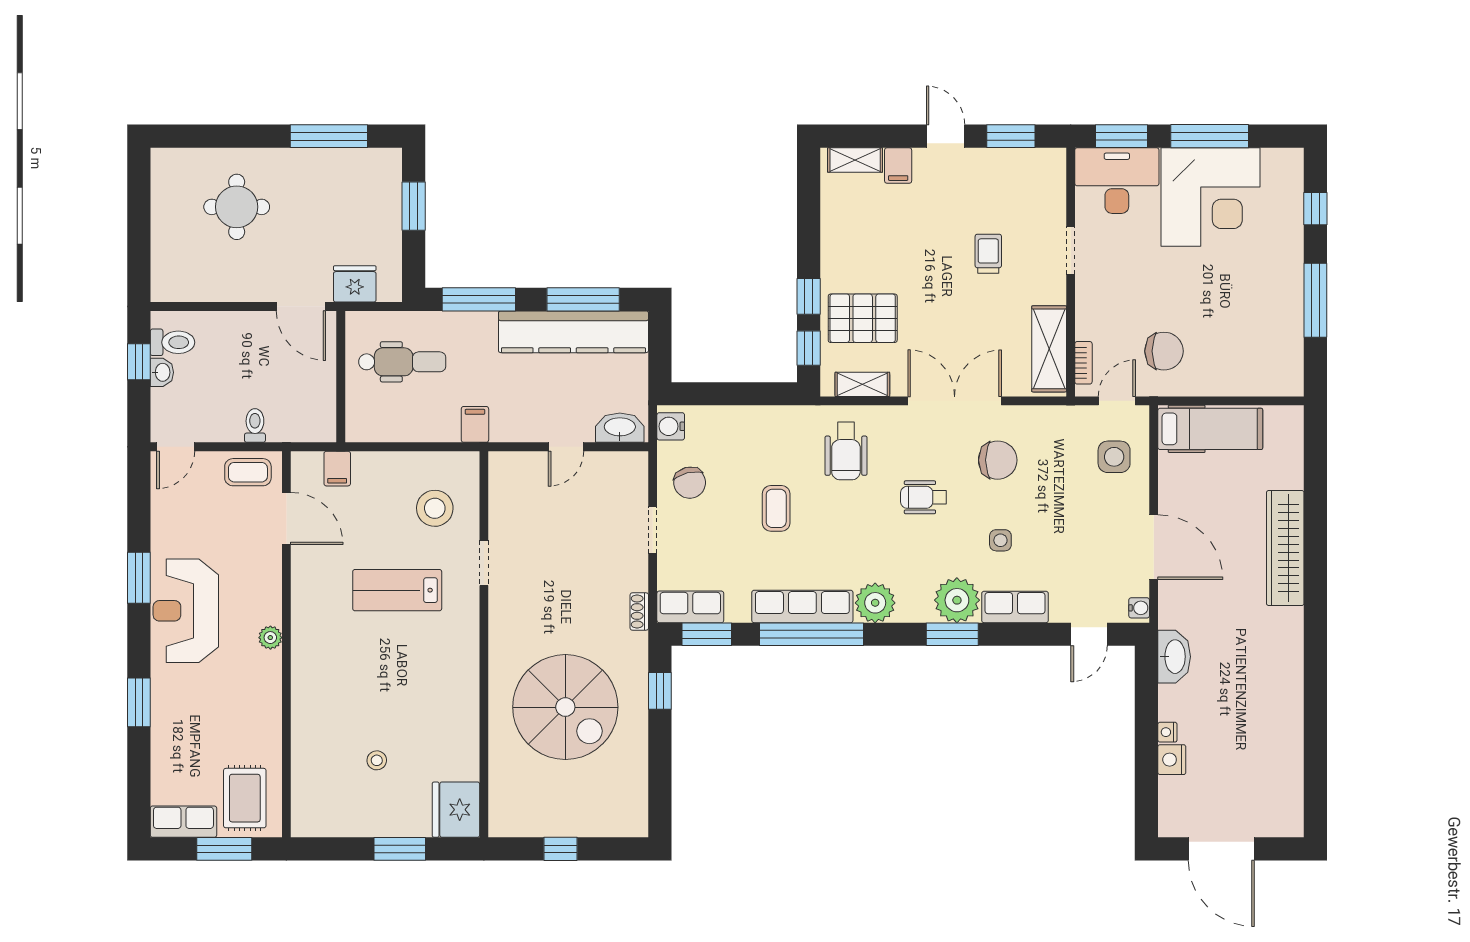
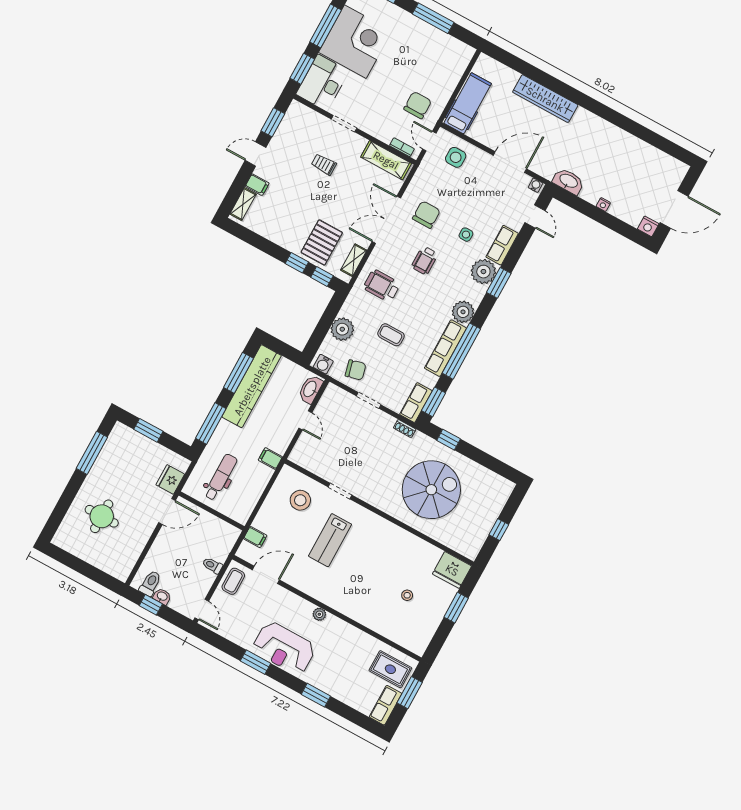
plant: (743, 426) -> (342, 329), added
wheelchair: (846, 451) -> (382, 286), turned 180
nightstand: (1172, 760) -> (648, 226), moved

